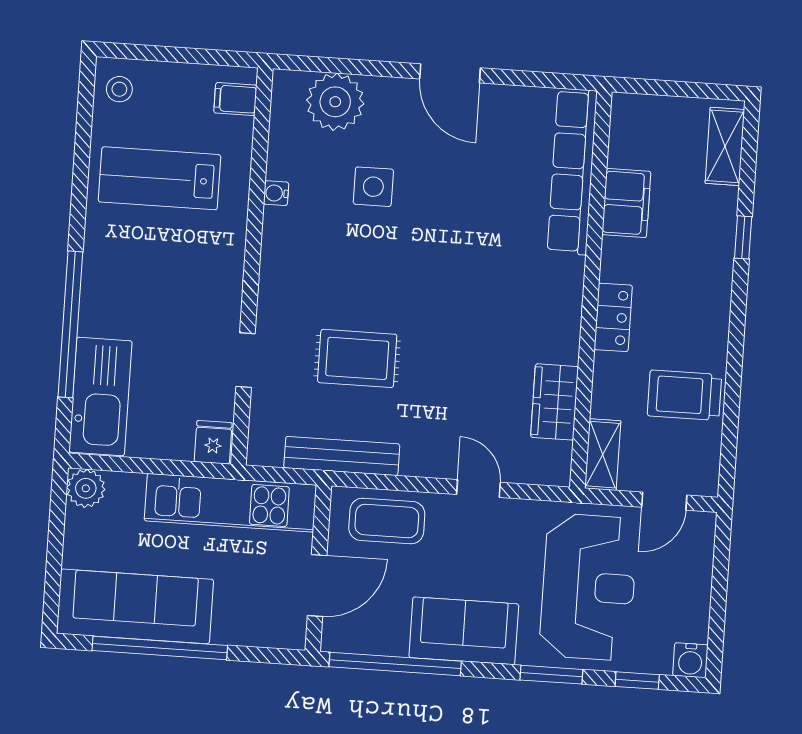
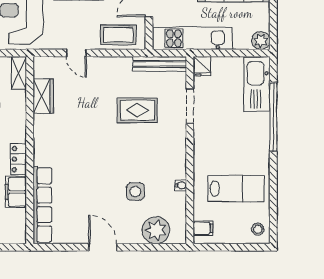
locker: (613, 317) -> (18, 159), moved
doorway: (245, 360) -> (190, 106), width x1.38
bench: (342, 456) -> (160, 64), moved

